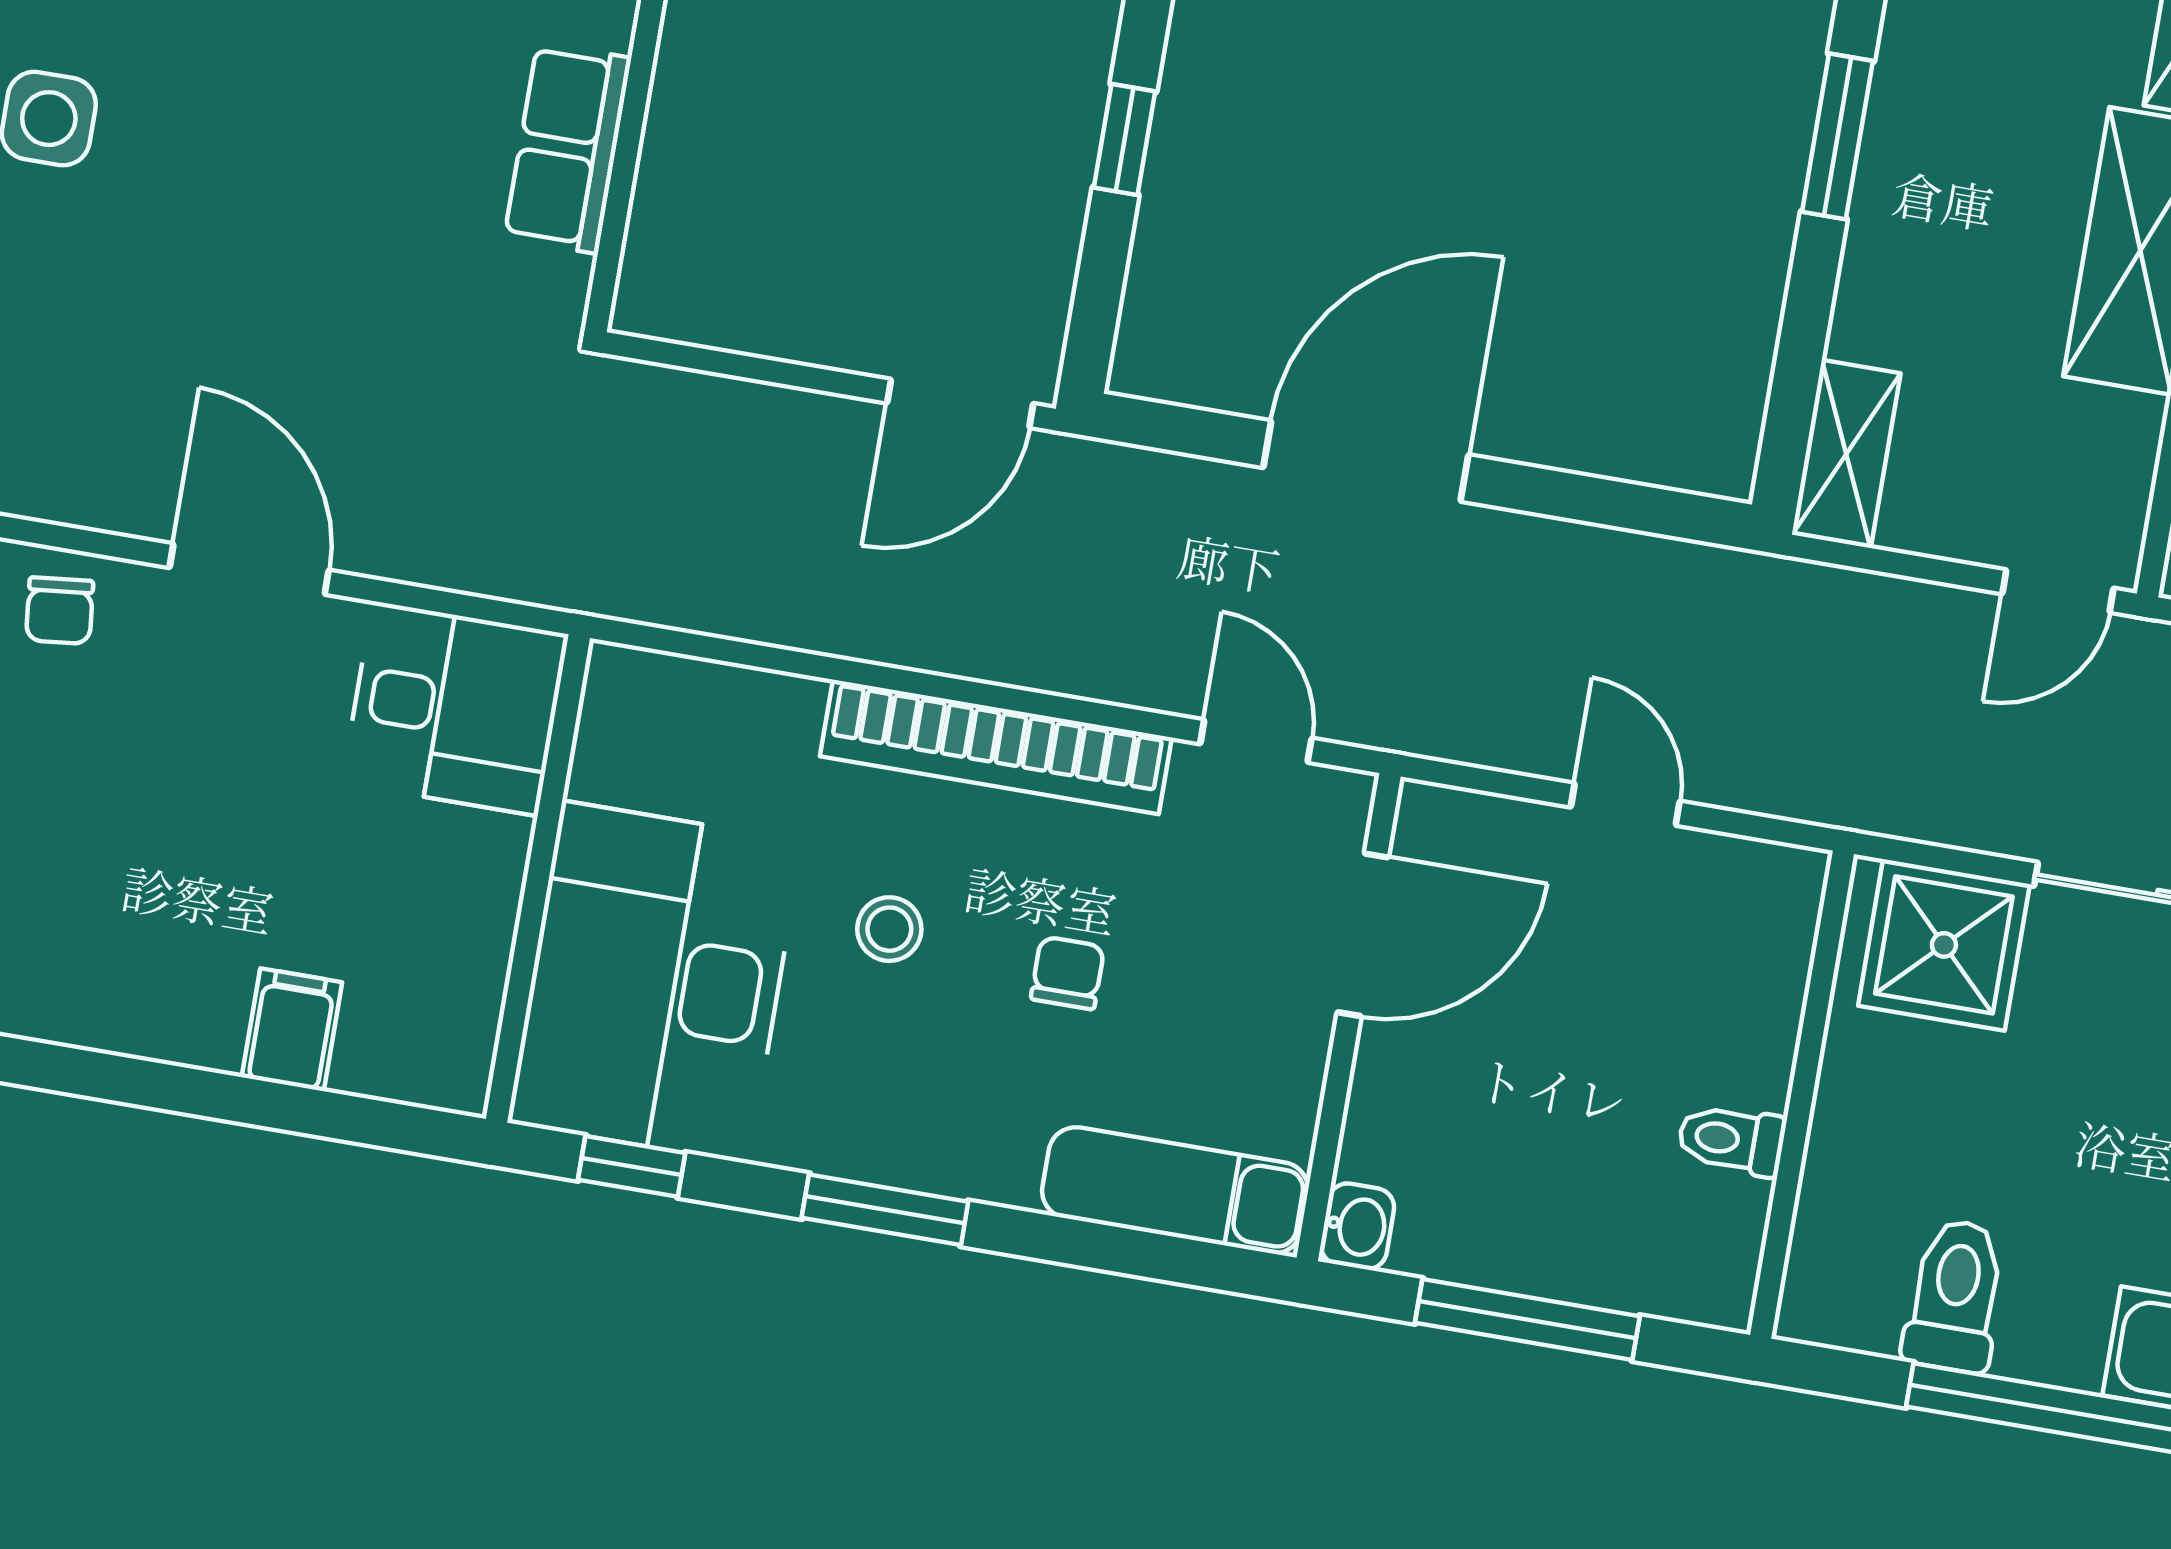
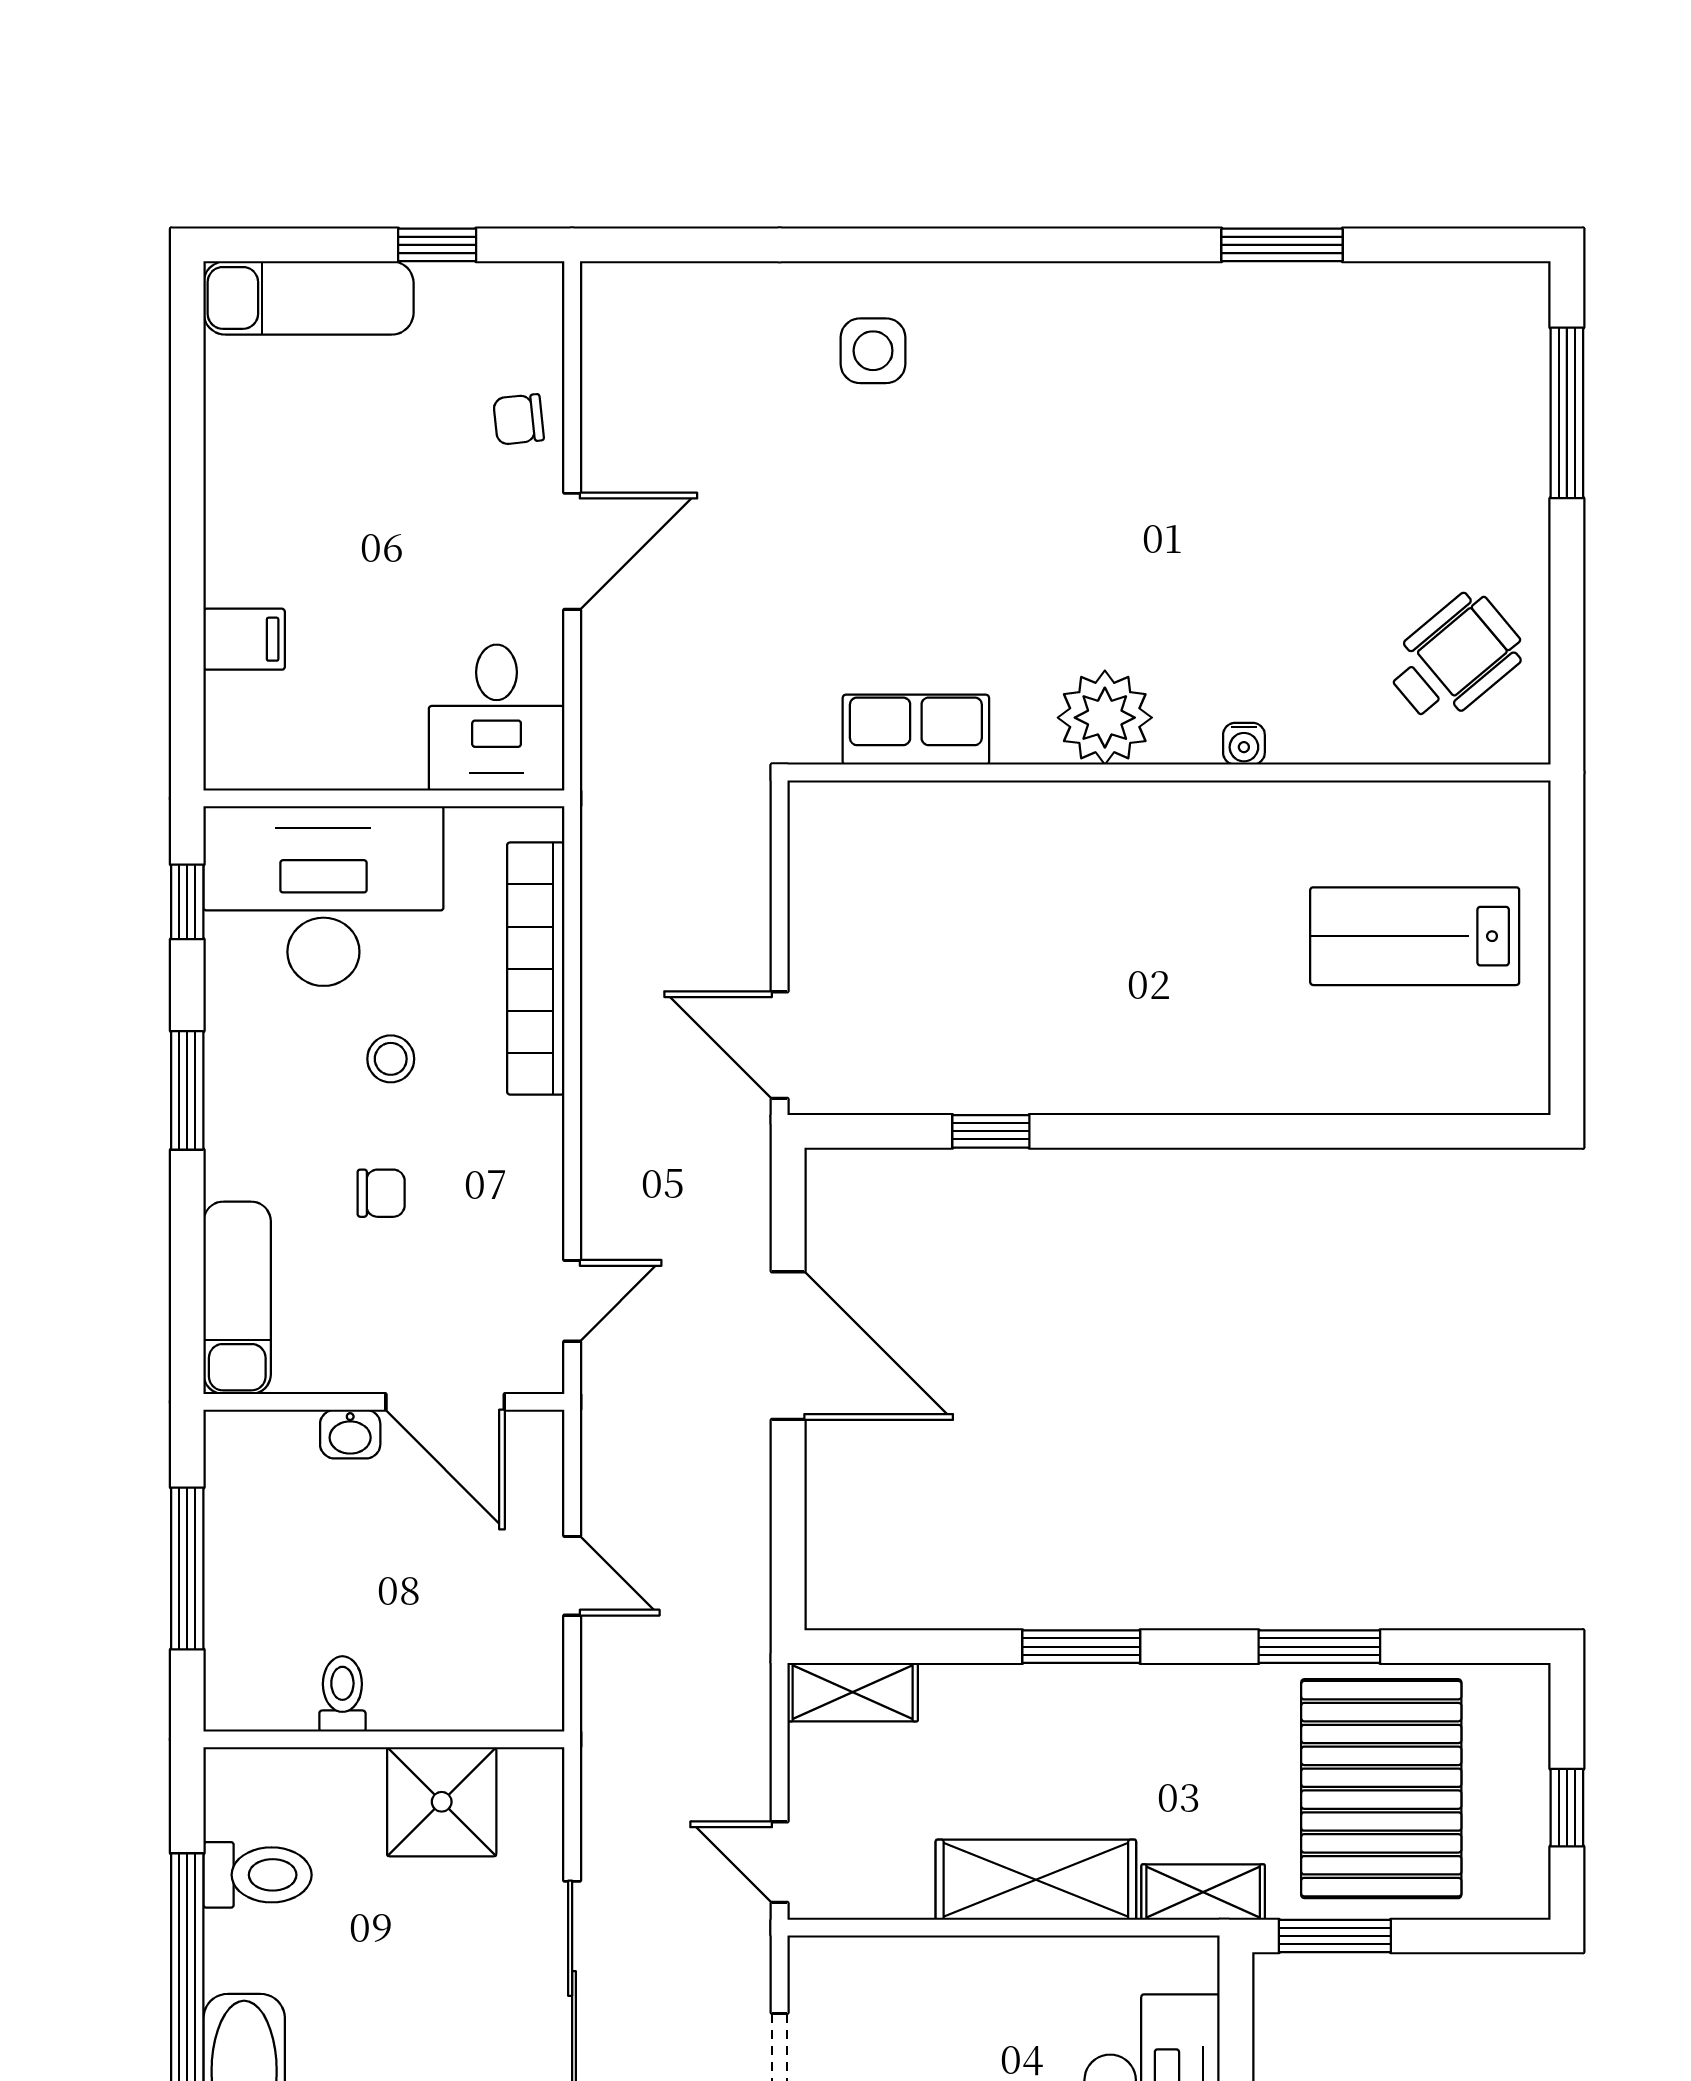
bookcase: (996, 747) -> (536, 969), moved
door: (1625, 804) -> (572, 1576), hinge flipped
shower: (1944, 945) -> (442, 1802), moved
washbasin: (1357, 1226) -> (350, 1434), moved

